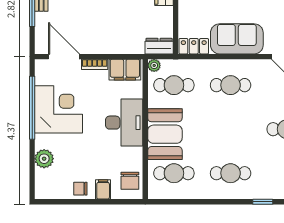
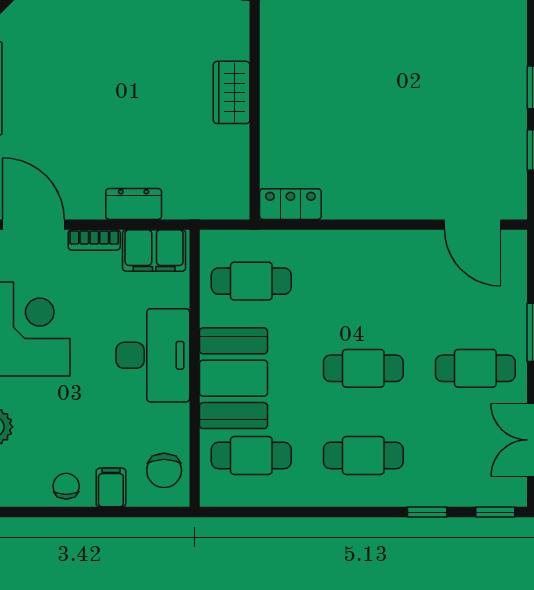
sofa: (237, 39) -> (376, 190), removed
dresser: (159, 46) -> (134, 204), moved
plant: (154, 65) -> (212, 242), removed
cafe table: (231, 85) -> (363, 368), moved
chair: (80, 189) -> (66, 486), turned 90

